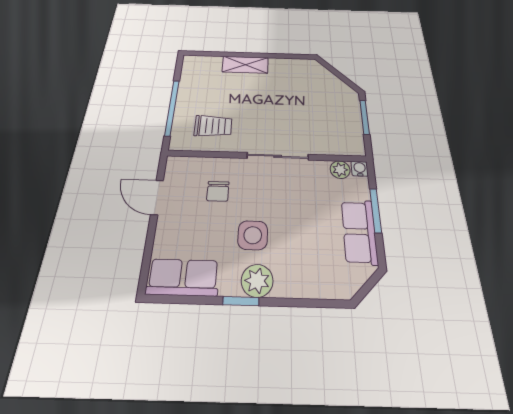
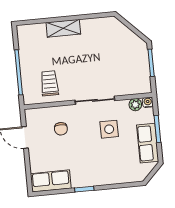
trolley: (213, 126) -> (49, 83), turned -90
side table: (253, 235) -> (109, 129), moved
plant: (257, 281) -> (92, 178), removed

